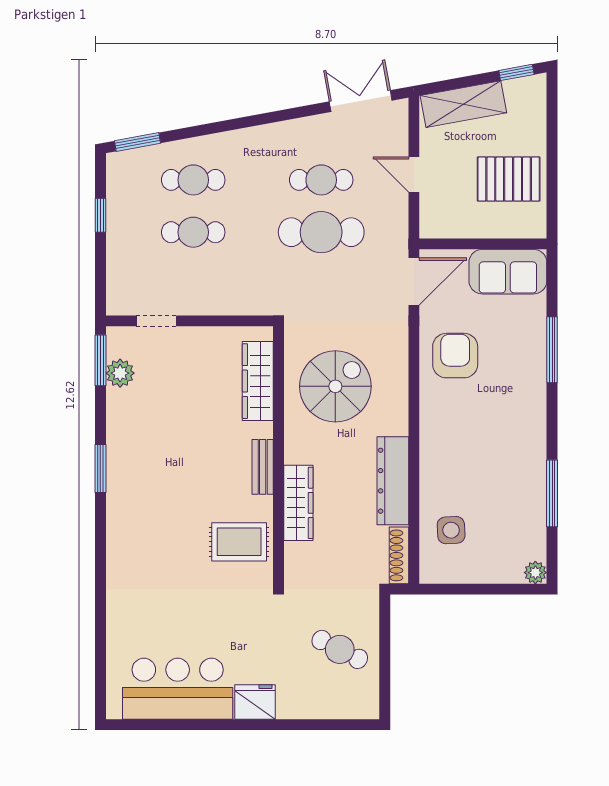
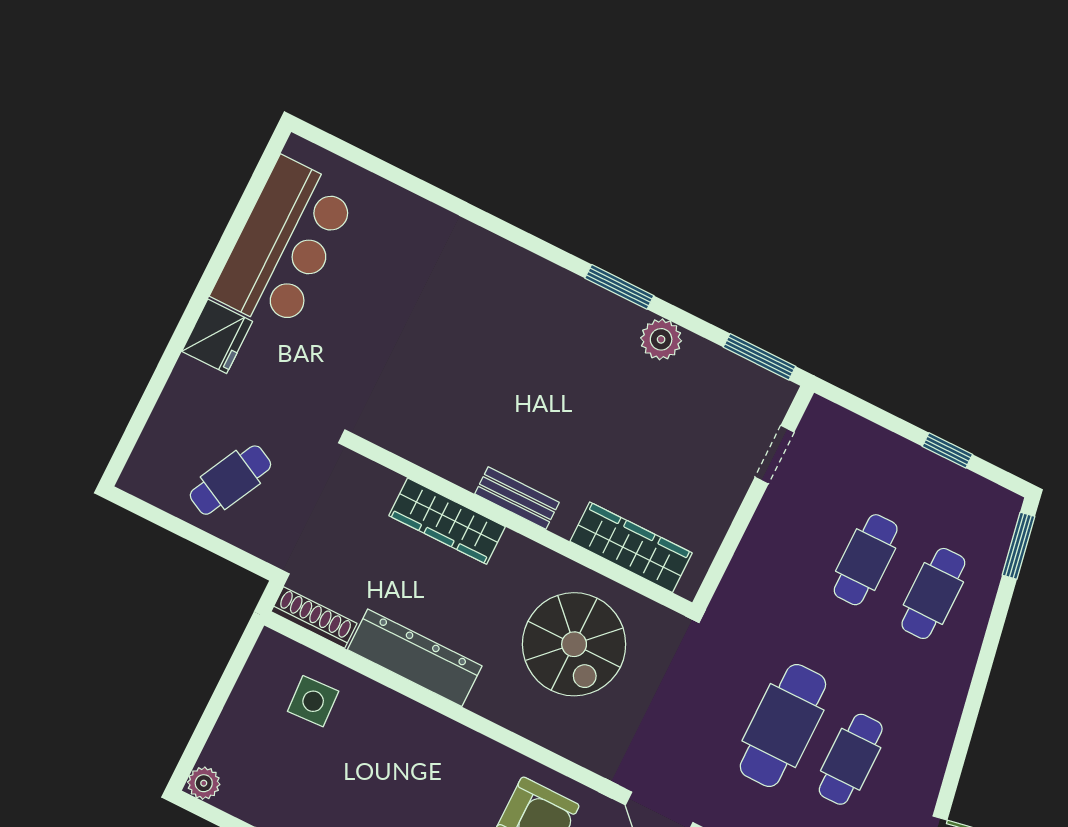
plant: (120, 373) -> (661, 339), moved
rug: (239, 542) -> (435, 419), removed

